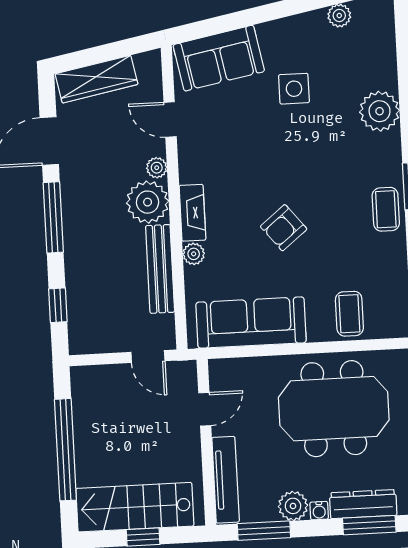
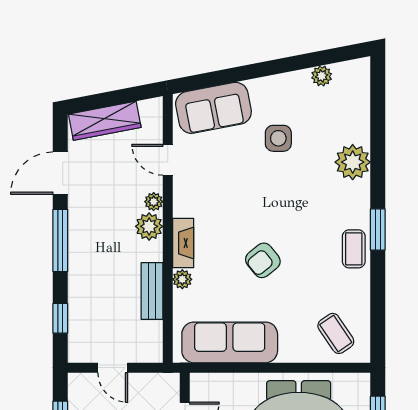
plant: (148, 202) -> (149, 226), width x0.73, depth x0.73
bench: (160, 269) -> (152, 291), width x0.73
coffee table: (349, 314) -> (336, 333), moved, turned -34
door: (148, 357) -> (113, 368), moved

